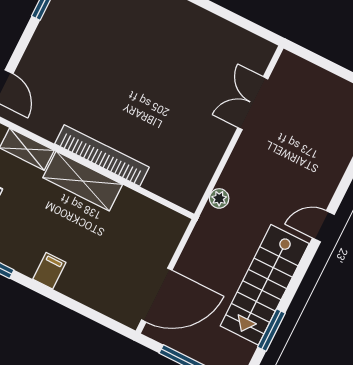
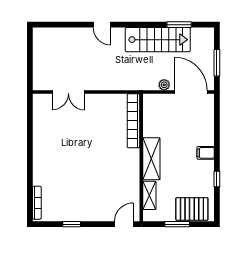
bookcase: (102, 156) -> (133, 121), moved
plant: (219, 198) -> (164, 85), moved
door: (323, 226) -> (102, 25), moved

